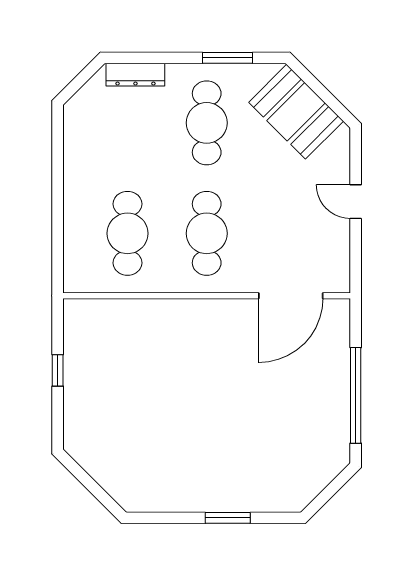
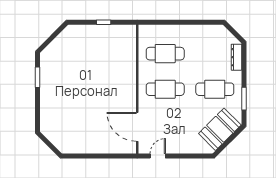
door: (356, 202) -> (158, 156), moved
window: (356, 395) -> (92, 156), removed
window: (228, 518) -> (37, 77), moved

